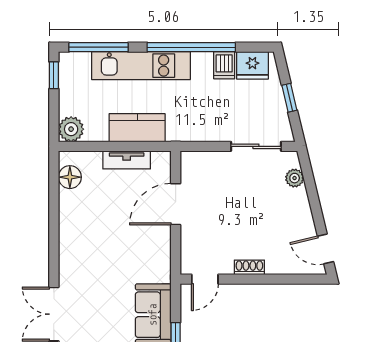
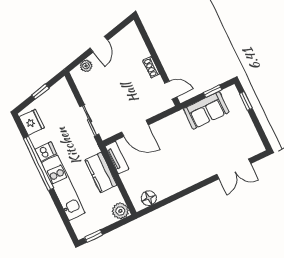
window: (99, 47) -> (64, 218), removed
dishwasher: (224, 65) -> (46, 152), moved
sliding door: (256, 146) -> (89, 121), moved
tv unit: (127, 160) -> (117, 158), moved
door: (325, 249) -> (99, 44), moved

